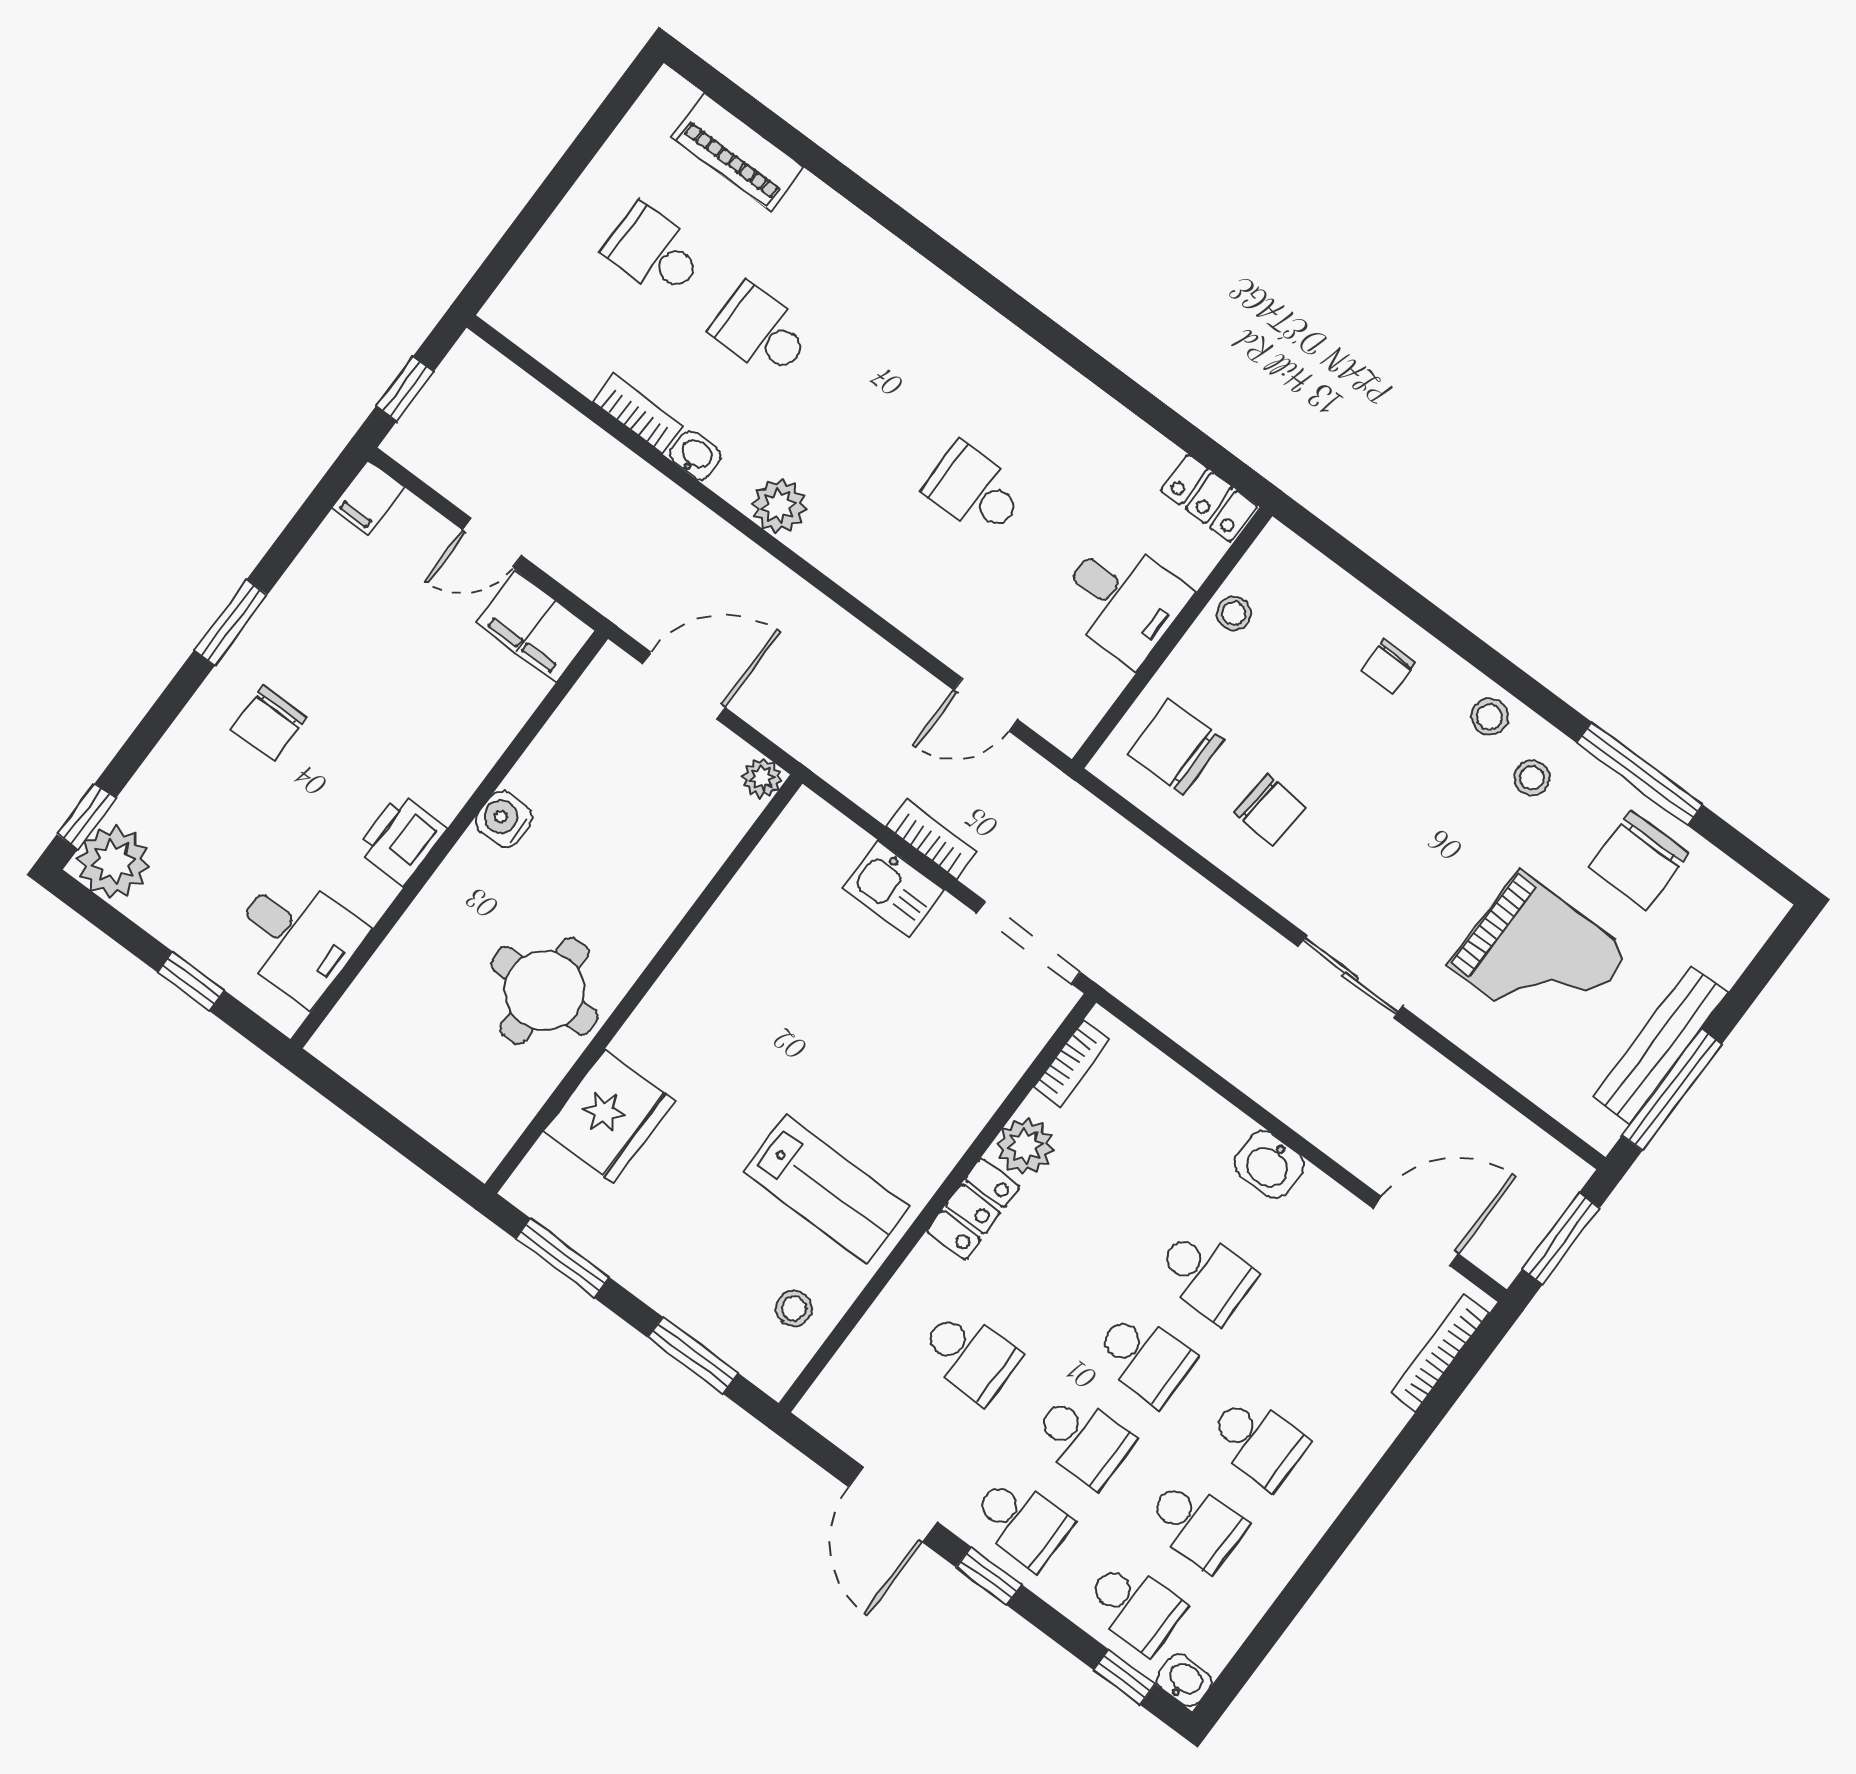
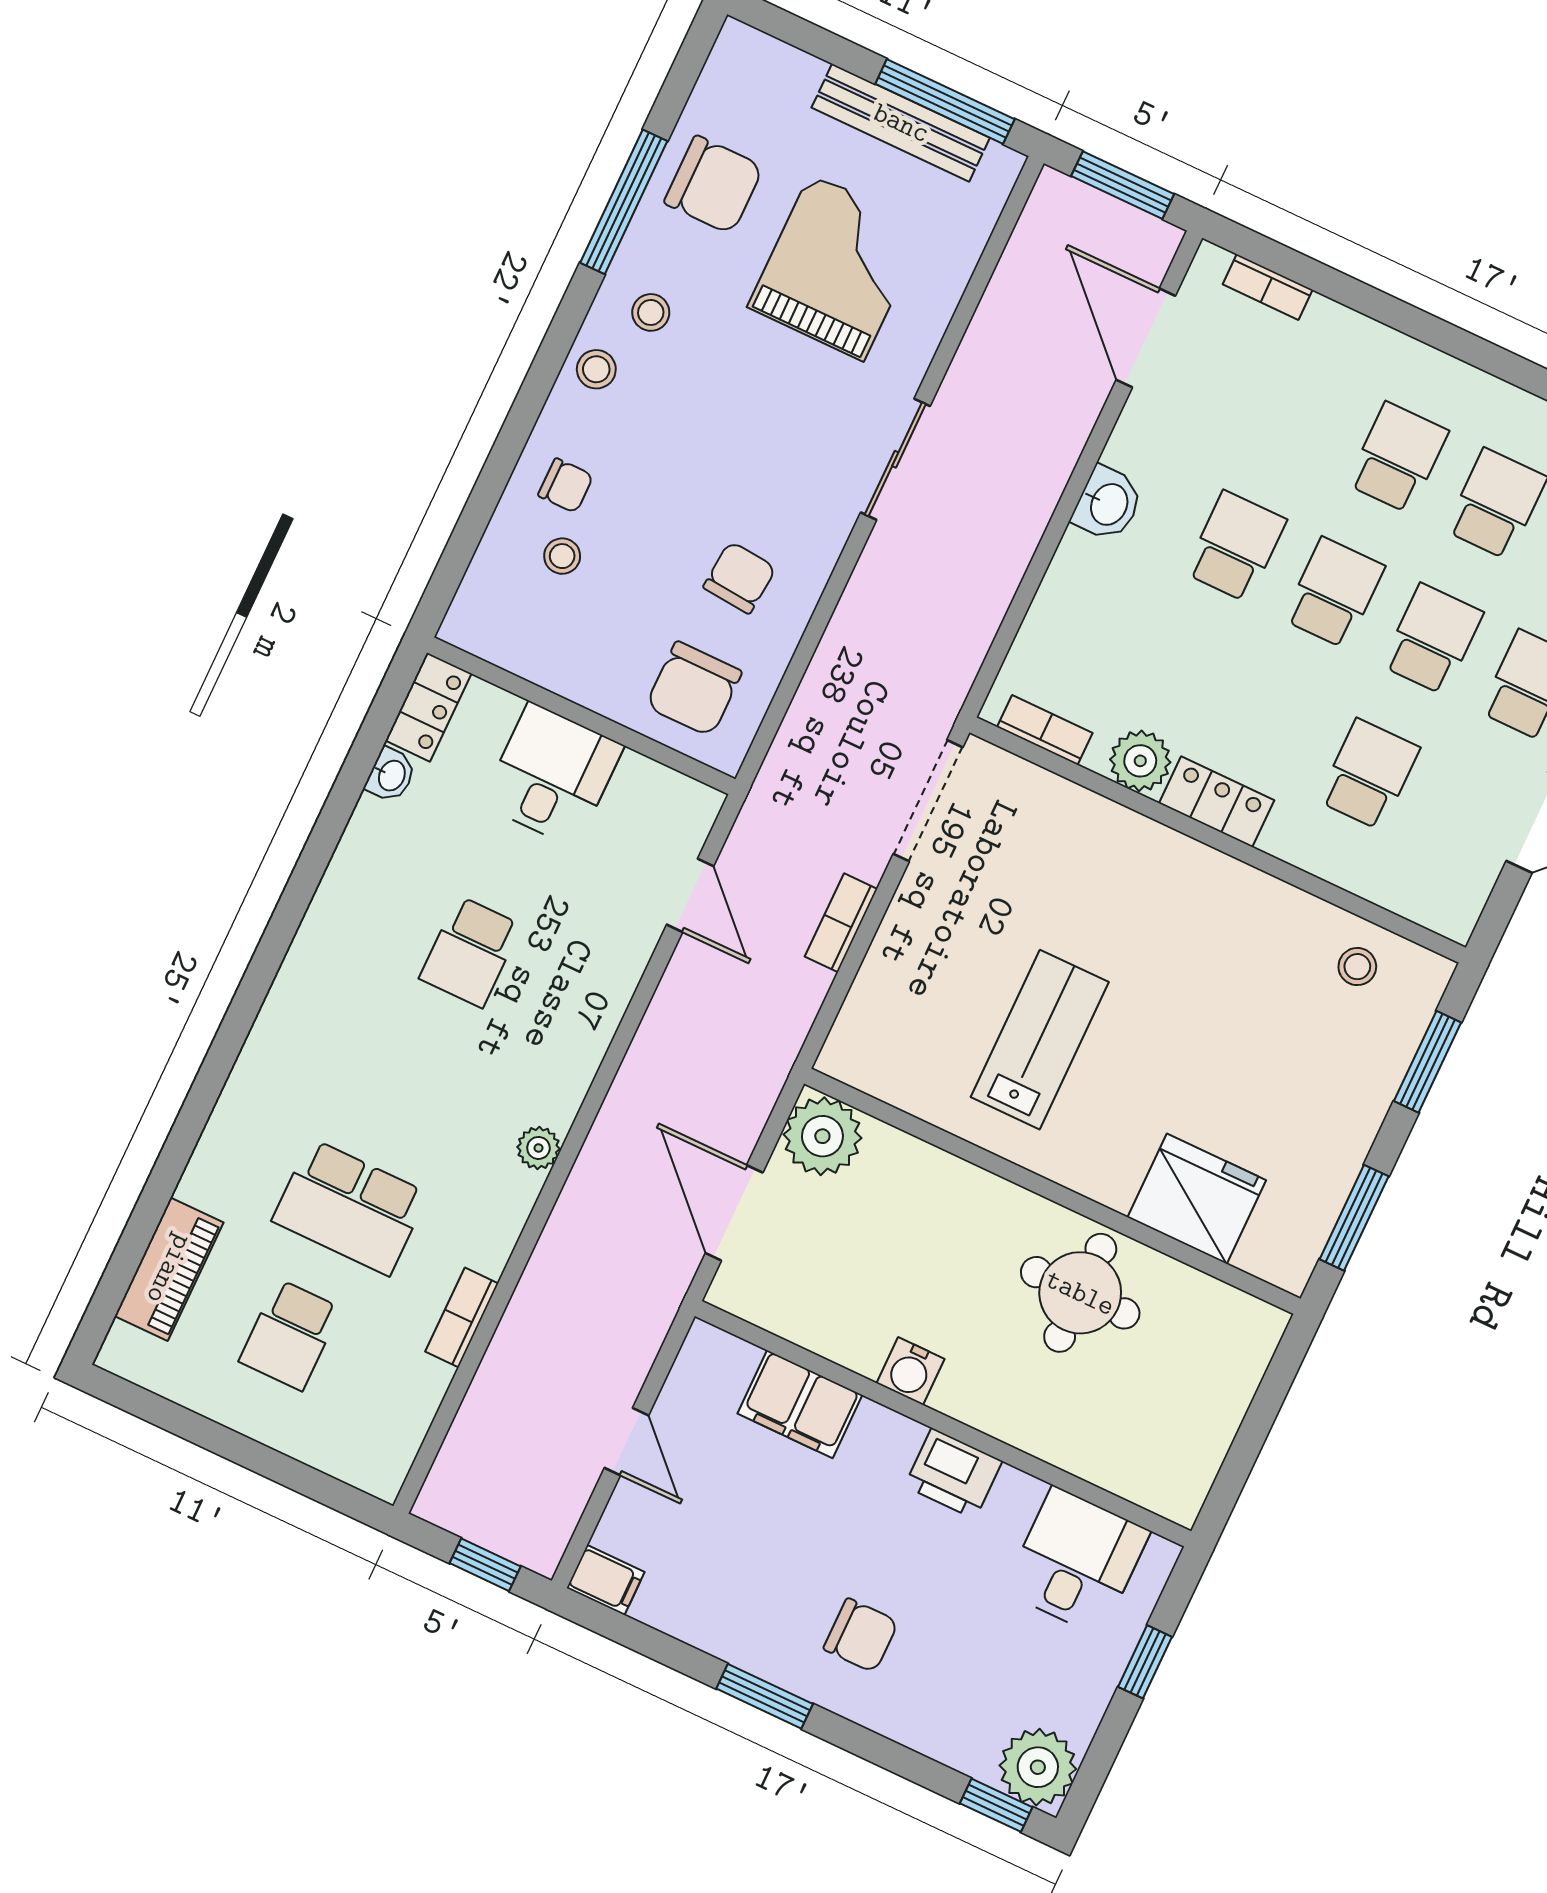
school desk: (761, 331) -> (350, 1207), width x1.85
washbasin: (695, 456) -> (391, 775), moved, turned 180
plant: (779, 506) -> (538, 1148), width x0.73, depth x0.73
stool: (1234, 613) -> (562, 556), moved
filing cabinet: (536, 626) -> (800, 1404), moved, turned 90
plant: (762, 778) -> (822, 1136), width x1.88, depth x1.88
kitchen sink: (894, 889) -> (901, 952), removed
lab bench: (826, 1189) -> (1040, 1040), moved
bookcase: (1440, 1353) -> (1268, 287), width x0.64

